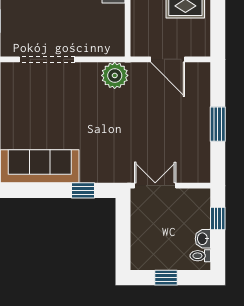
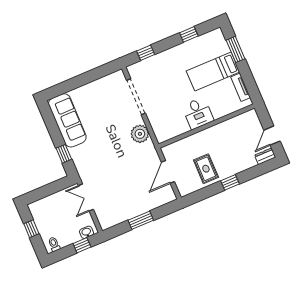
plant: (115, 75) -> (140, 134), moved
double door: (155, 186) -> (86, 198), swing flipped
washbasin: (203, 239) -> (86, 232), moved

